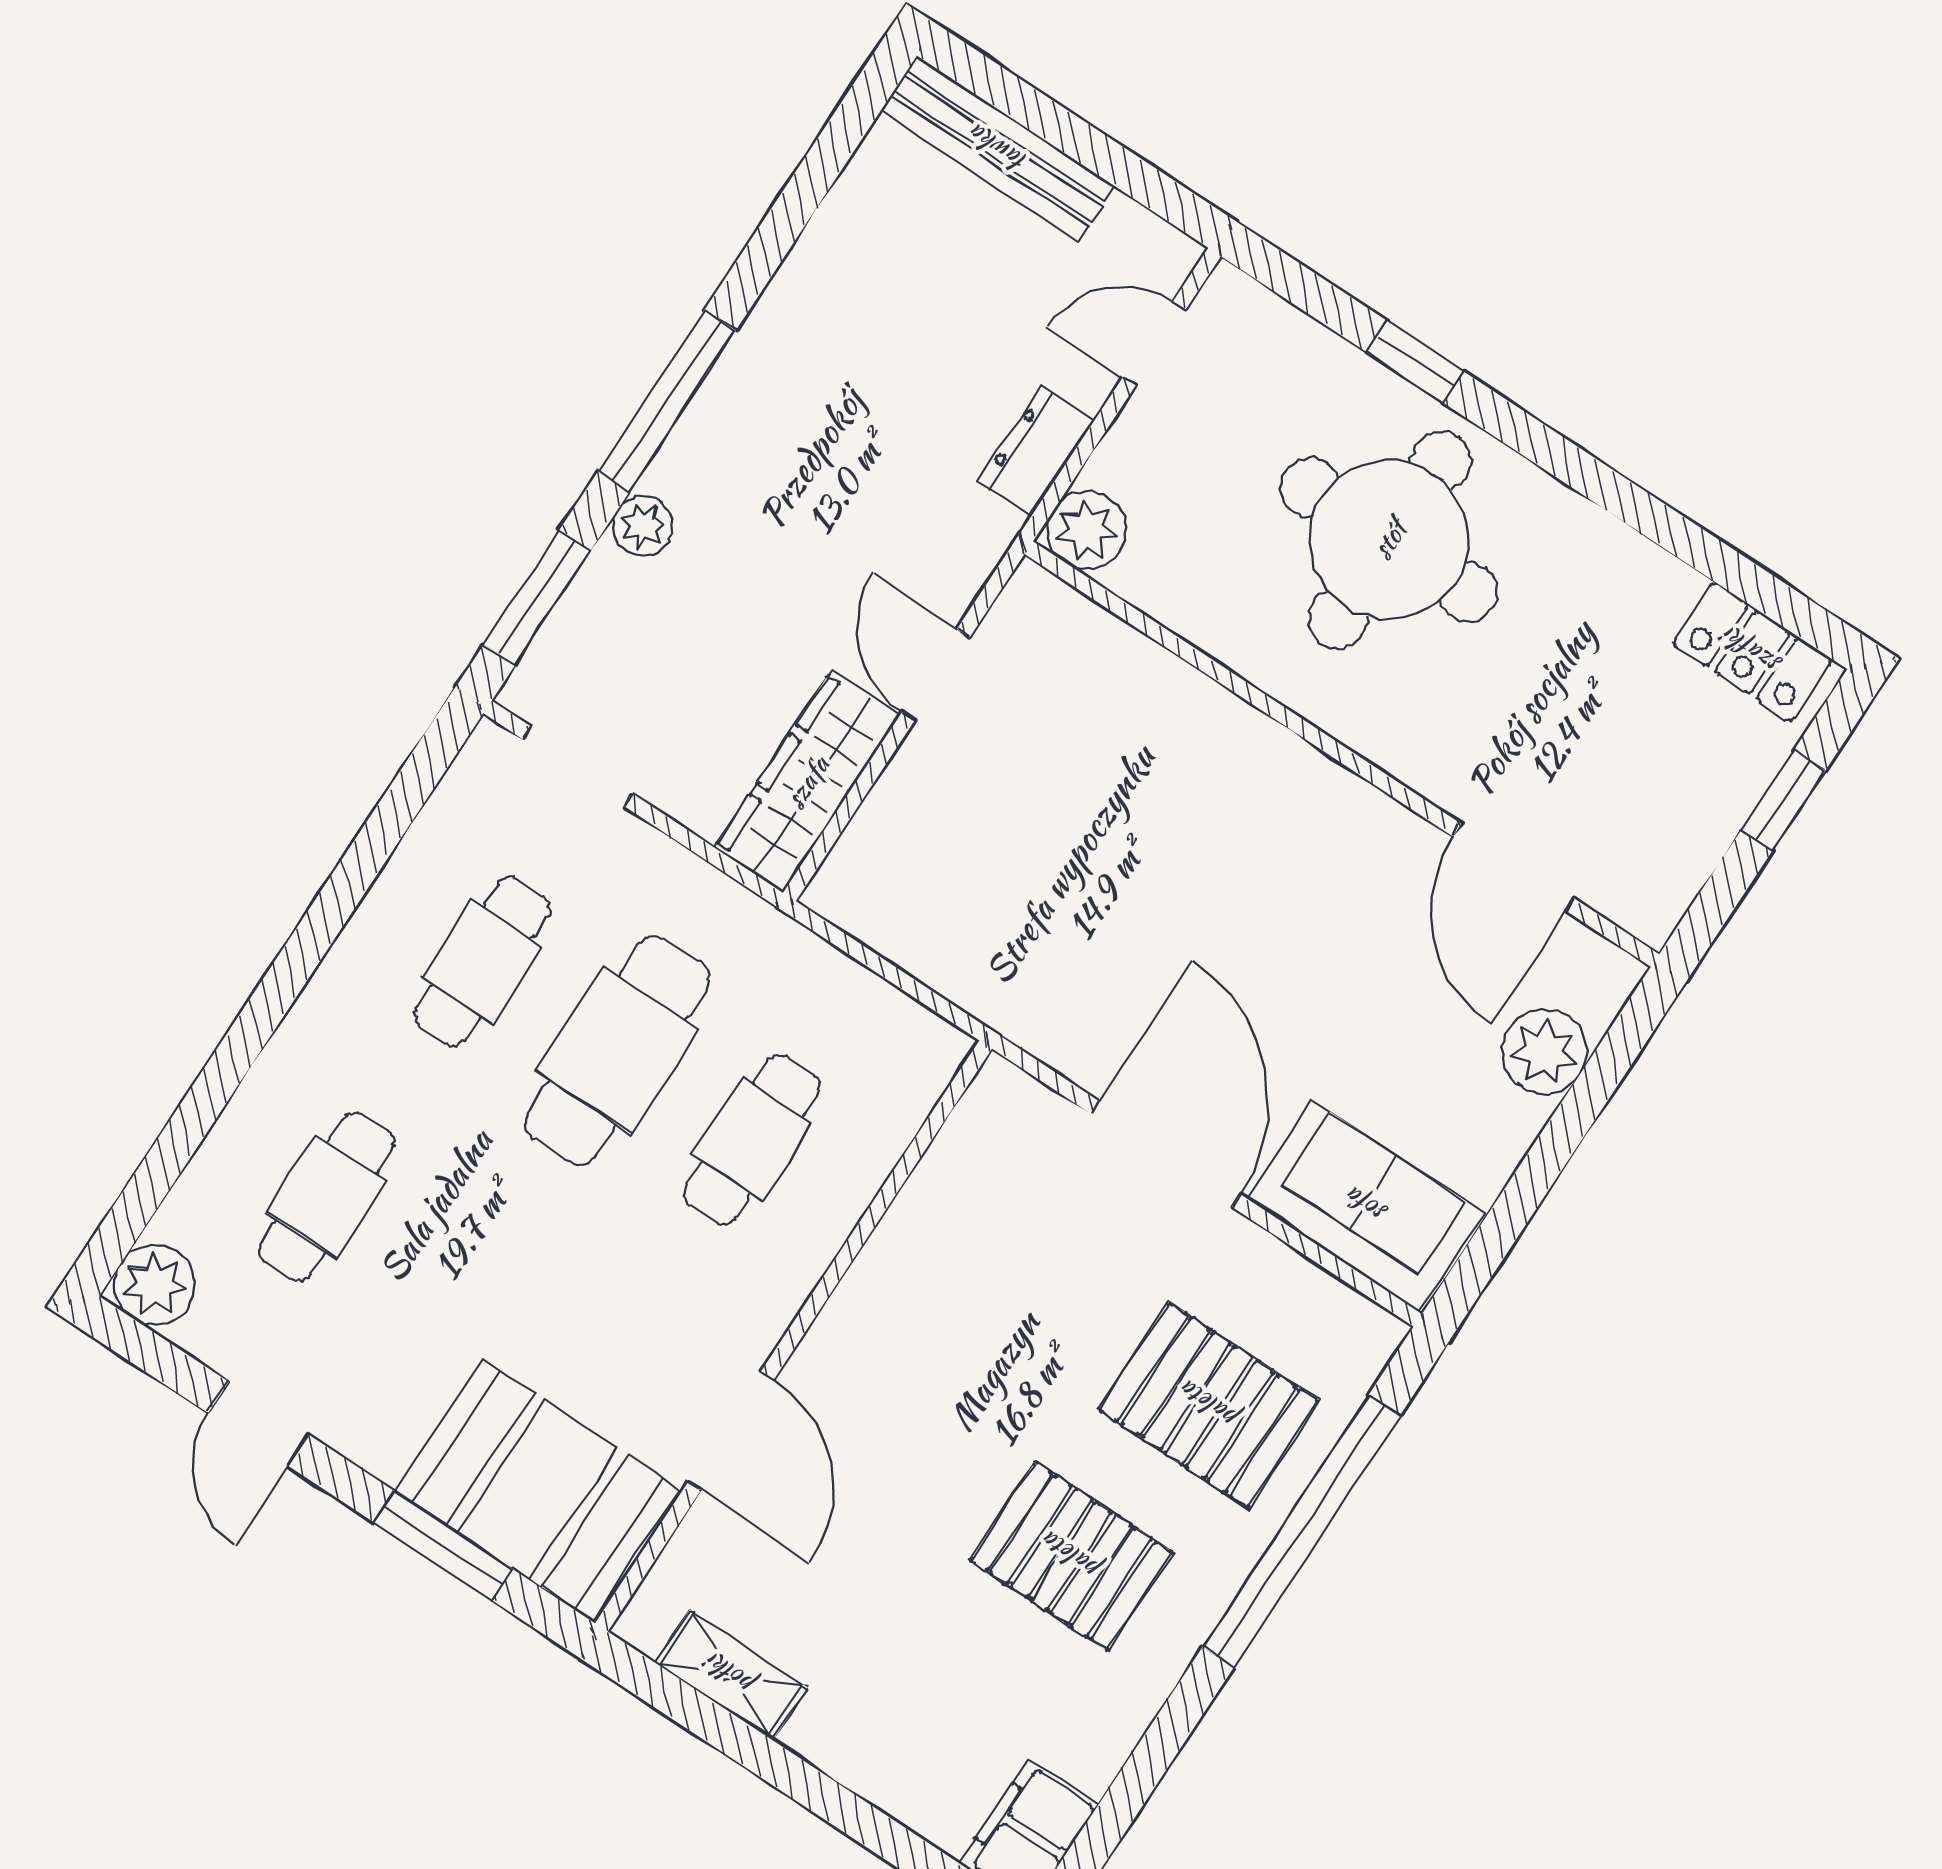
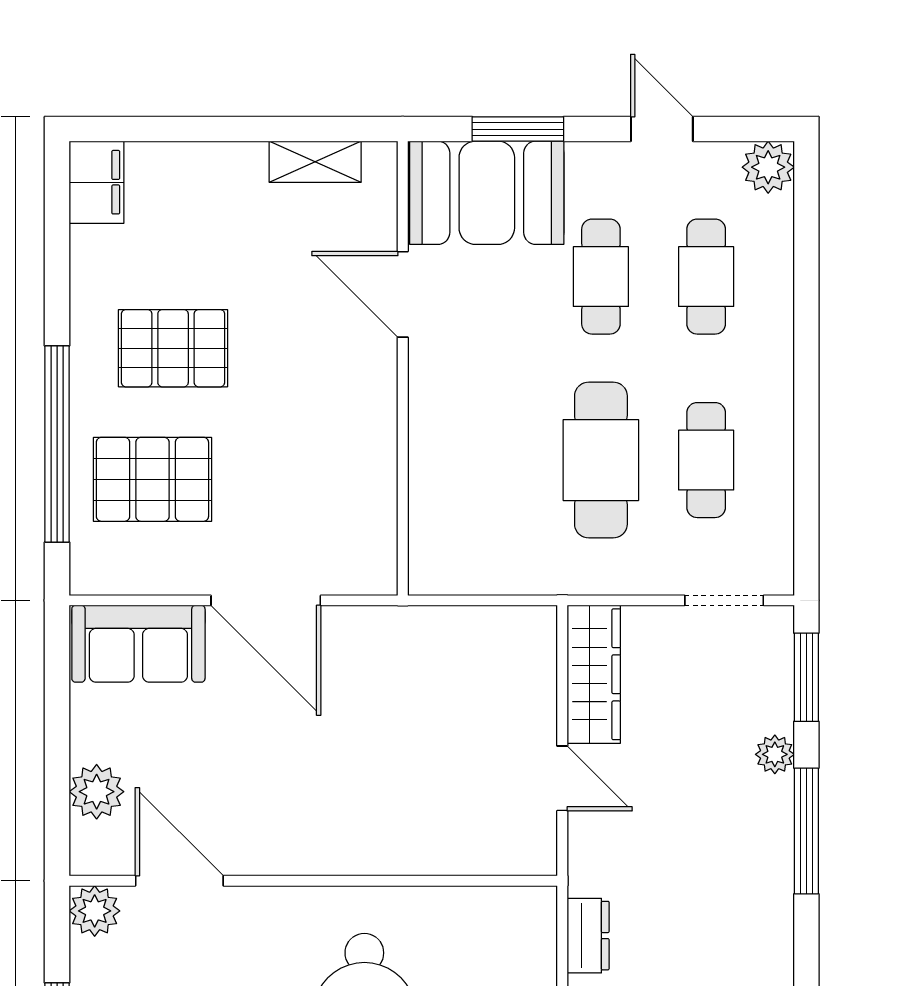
plant: (1087, 530) -> (95, 911), moved
cafe table: (752, 1140) -> (601, 277), moved

